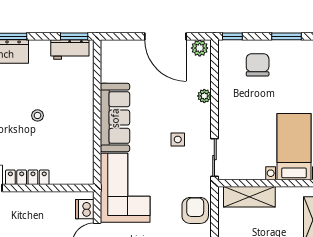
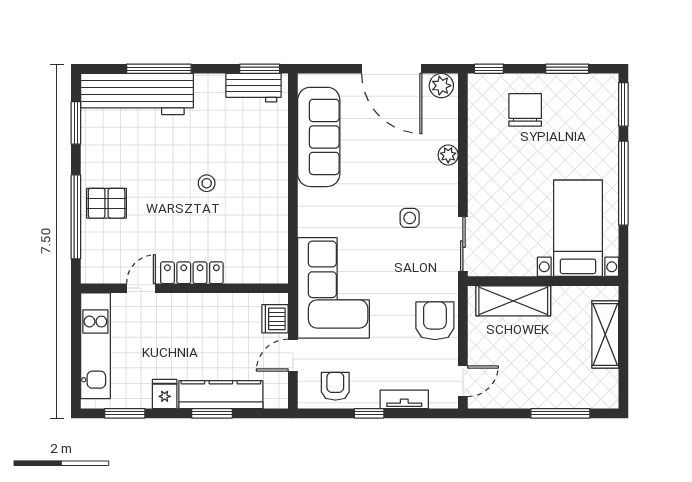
sofa: (115, 118) -> (319, 137), moved

